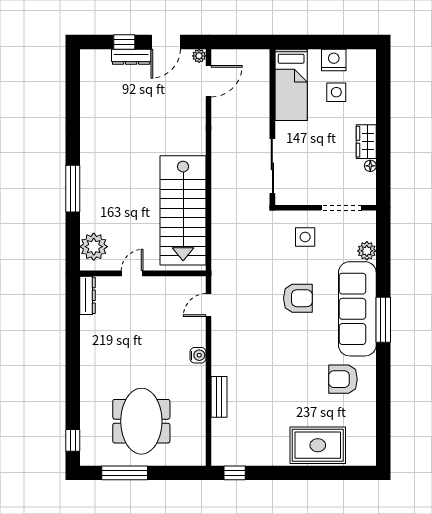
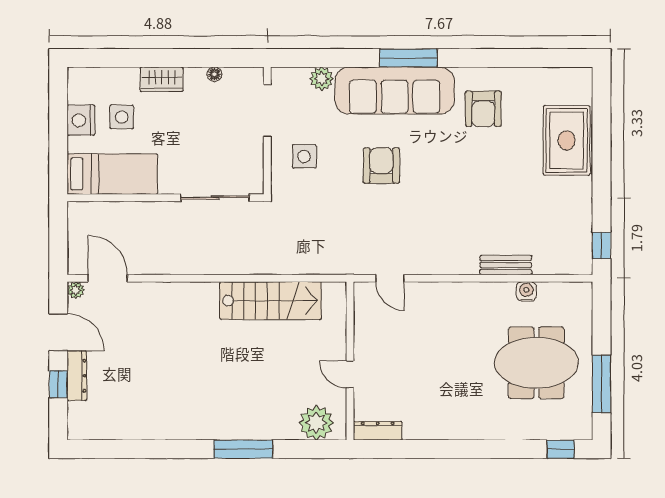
wardrobe: (366, 142) -> (162, 79), moved
stairs: (183, 210) -> (271, 301), width x0.73, depth x0.66
water cooler: (198, 355) -> (526, 291), moved

